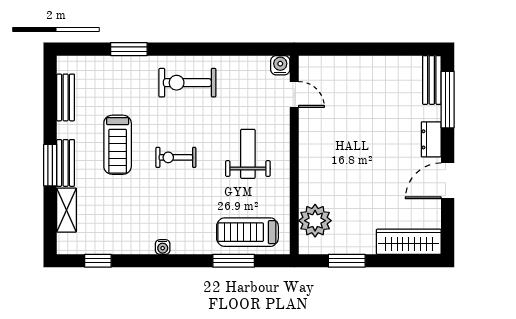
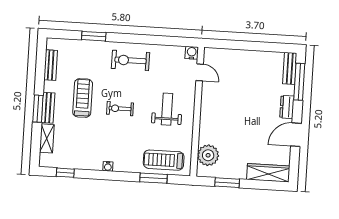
treadmill: (118, 145) -> (83, 98), turned 180

